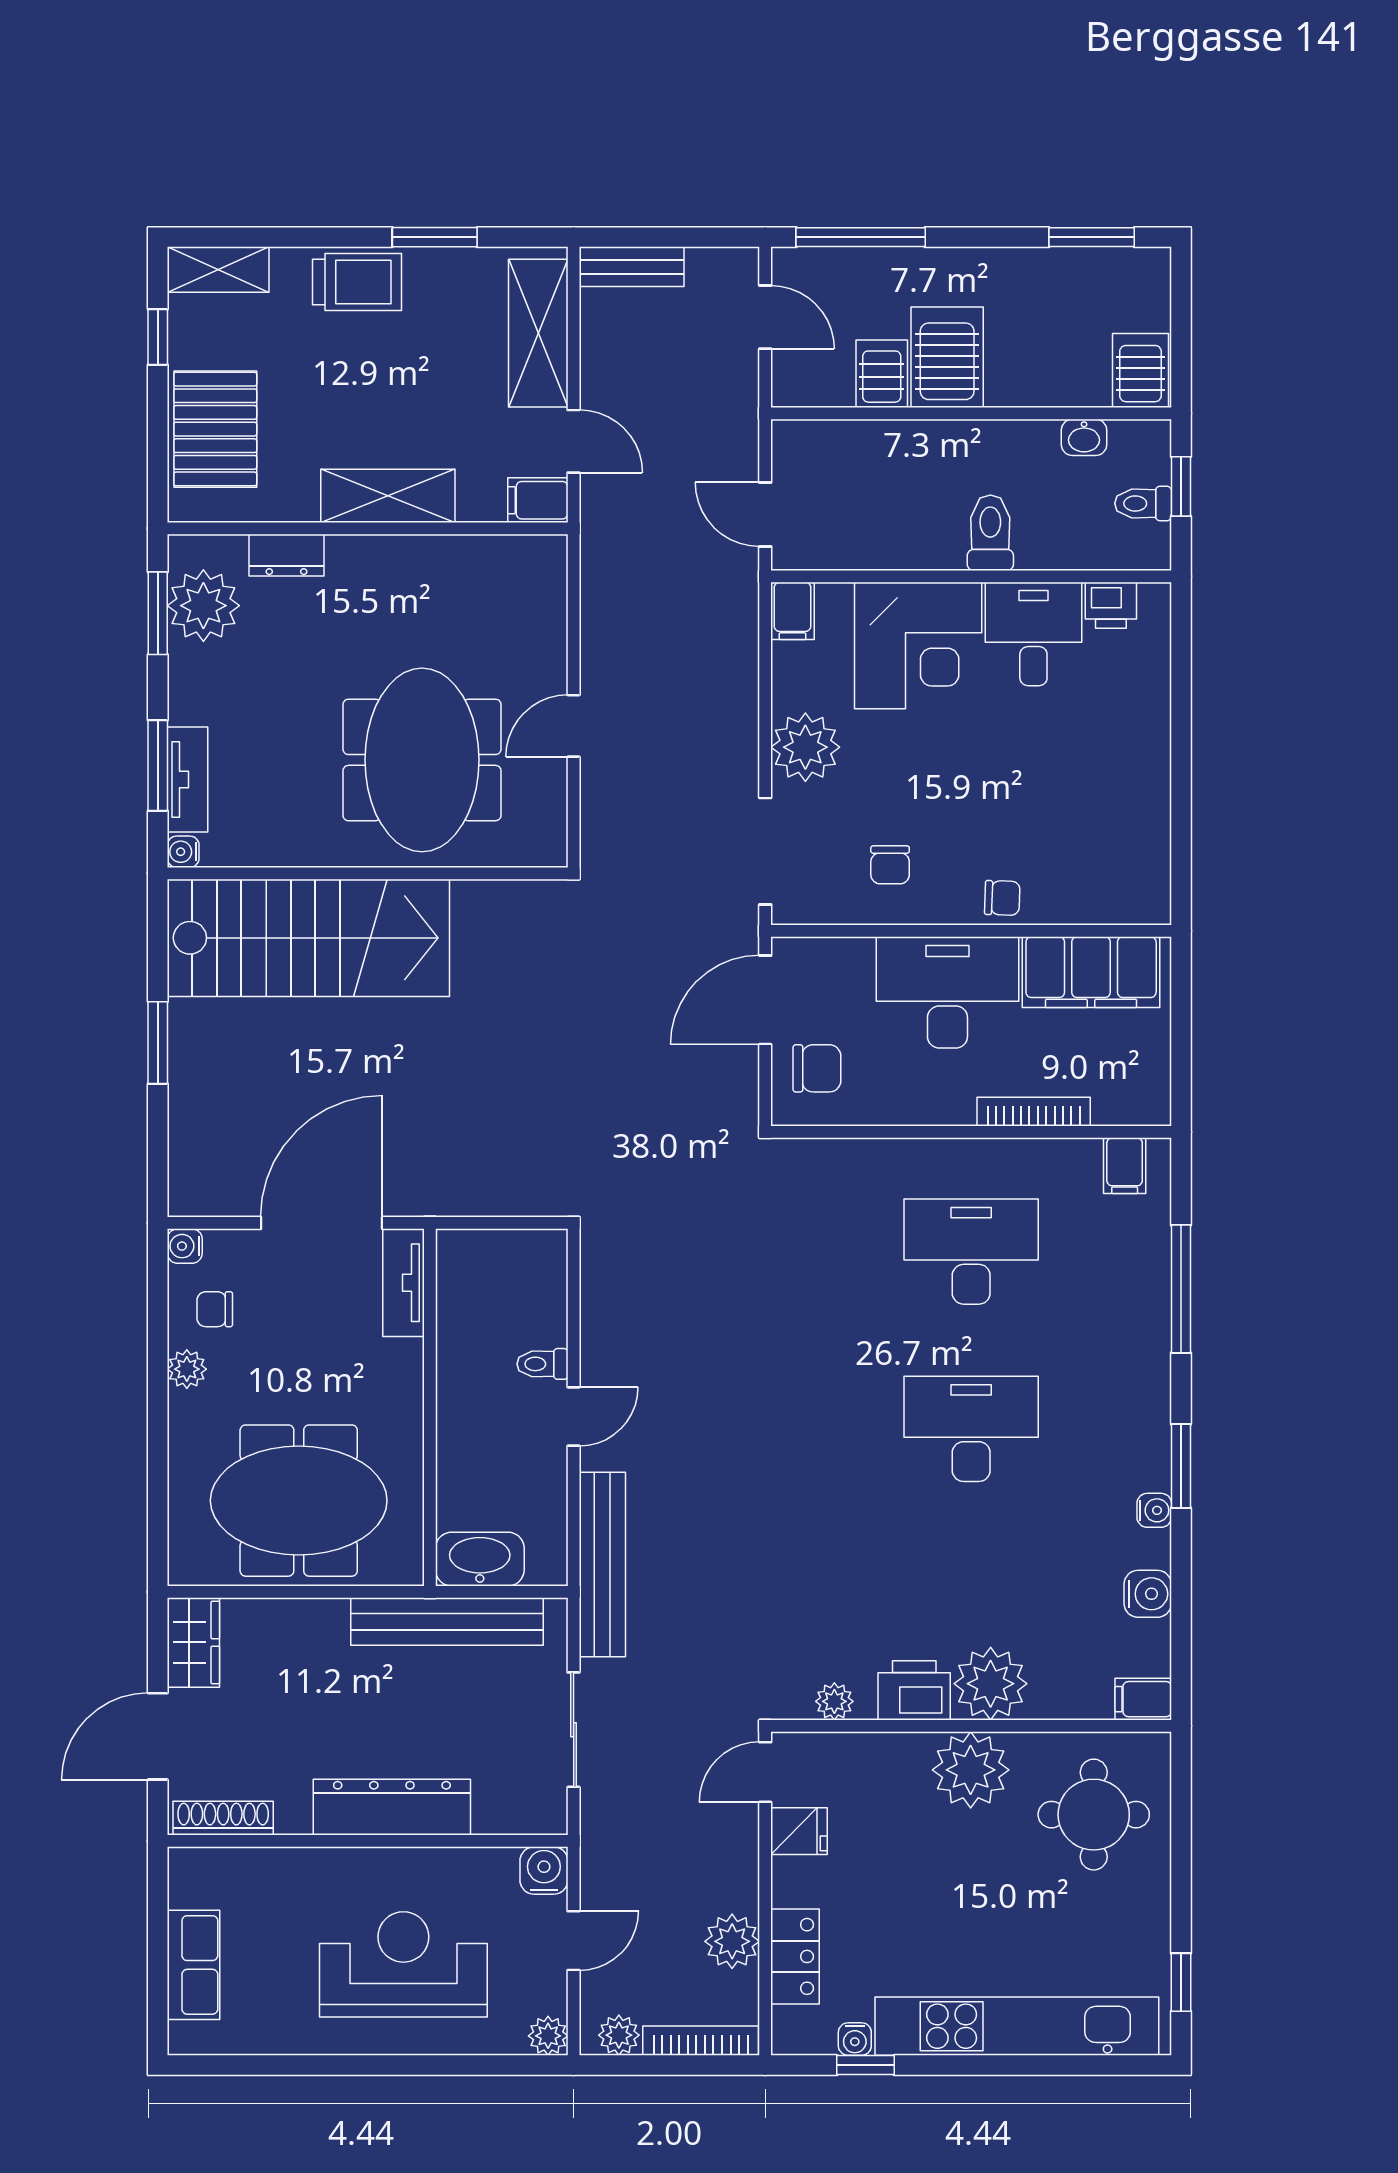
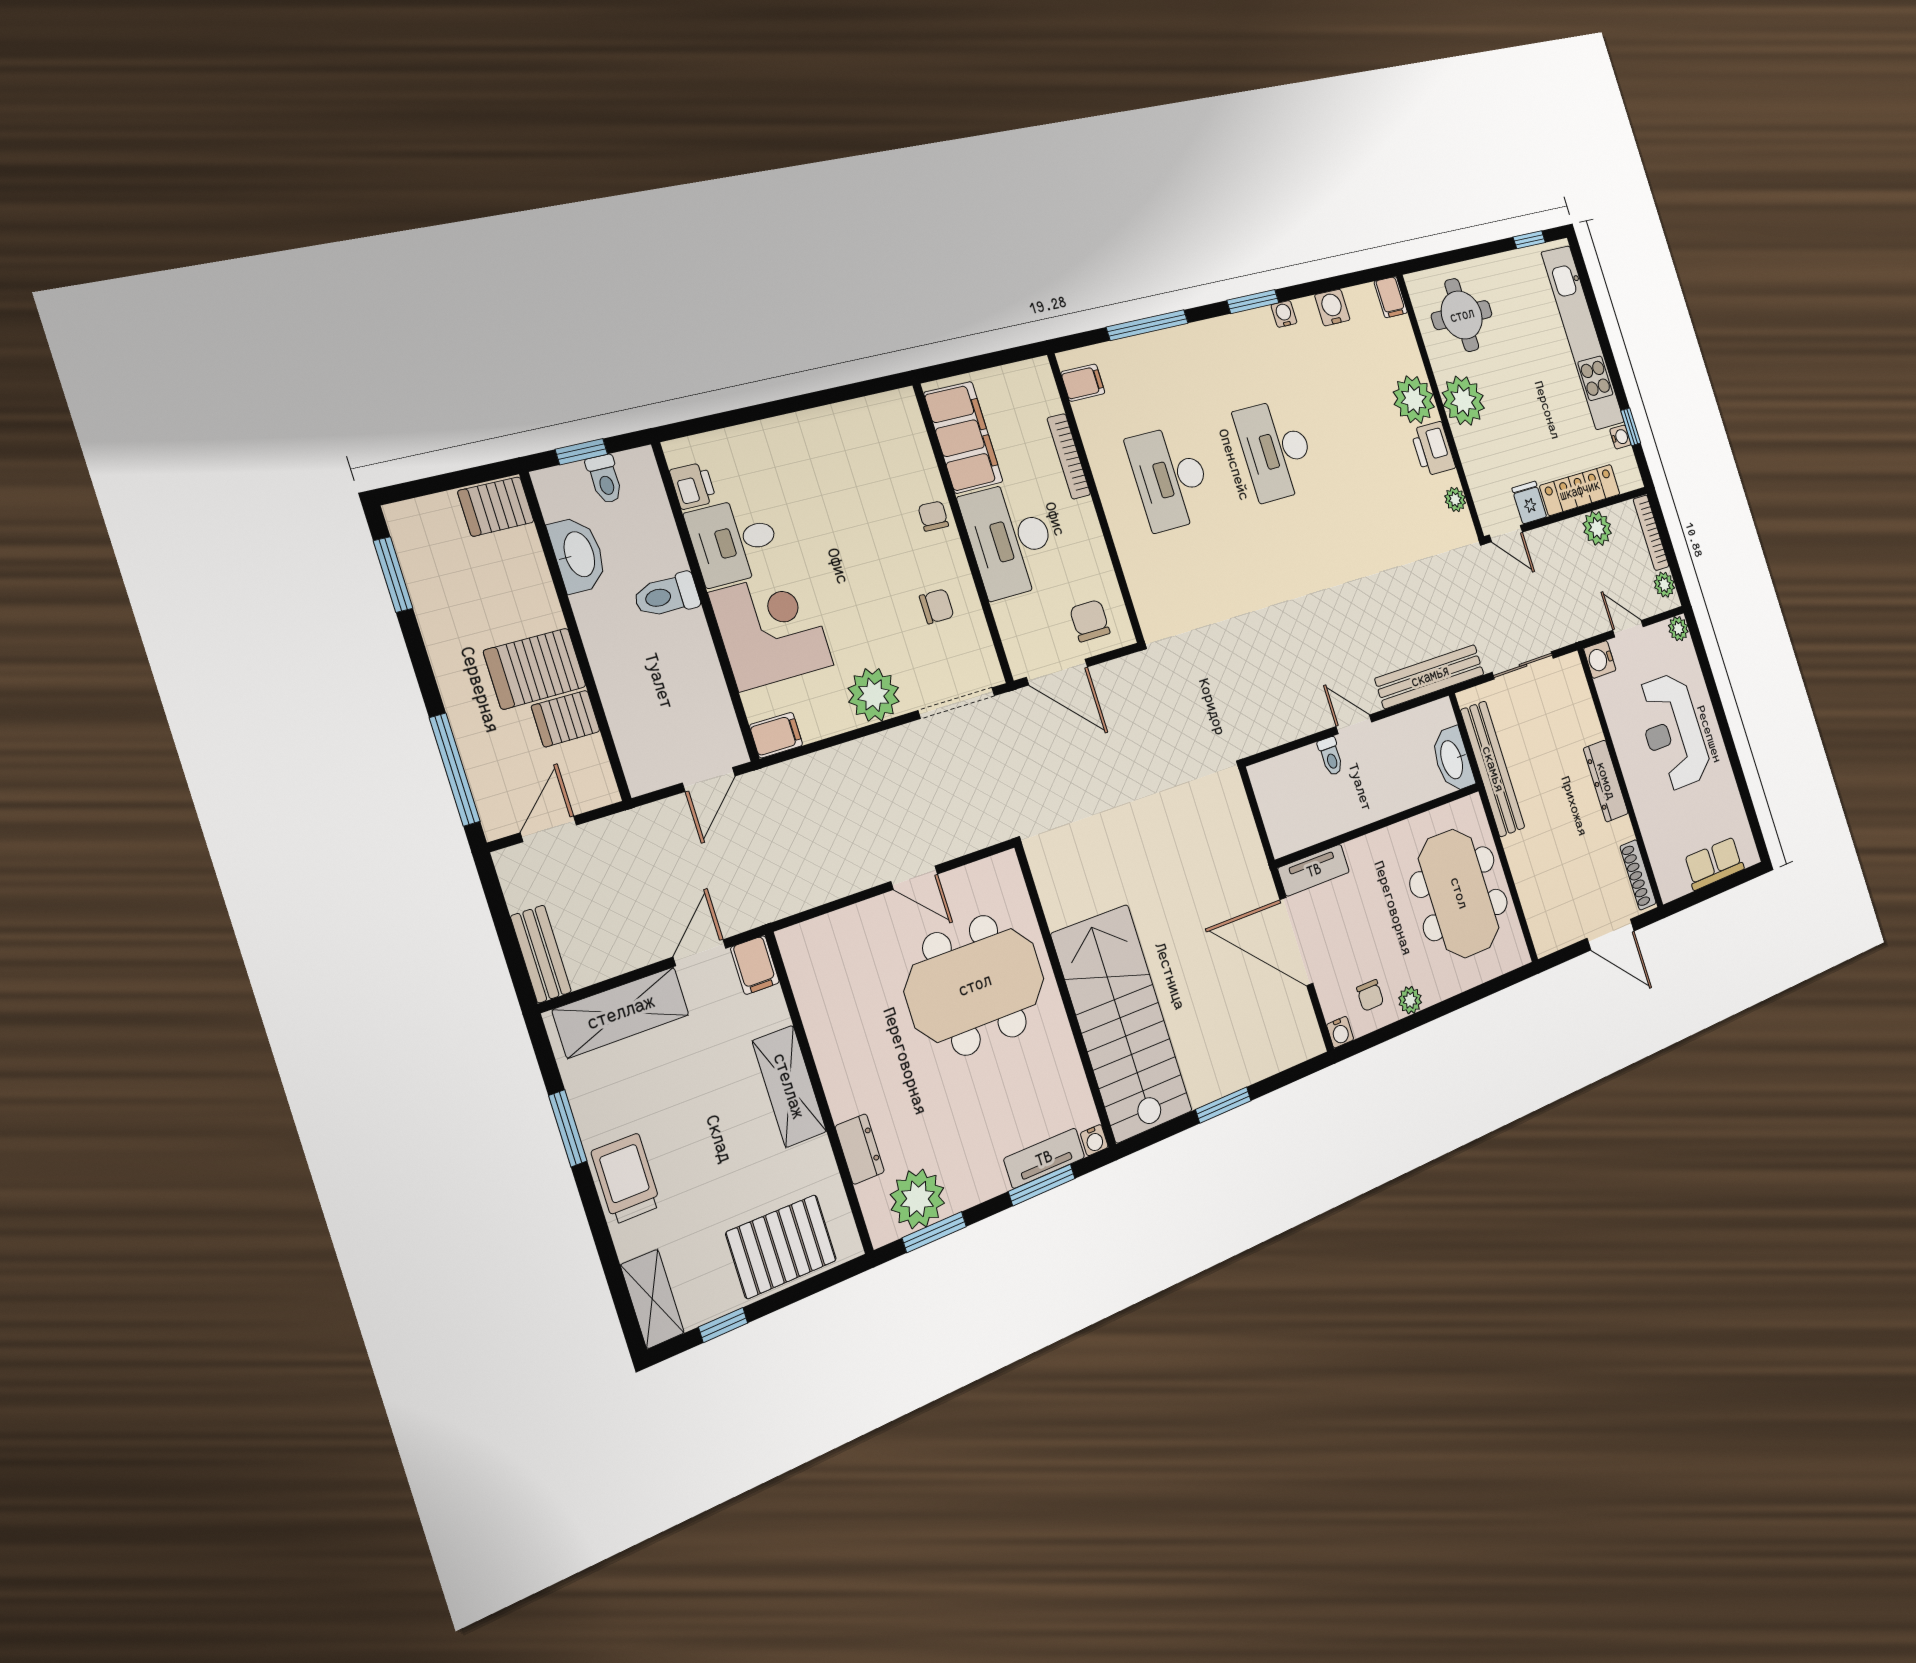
washbasin: (1084, 437) -> (578, 555), width x1.91, depth x1.45
wardrobe: (193, 1642) -> (1556, 932), removed
dresser: (392, 1807) -> (1606, 781), width x0.73, depth x0.80
locker: (795, 1956) -> (1580, 490), width x1.53

